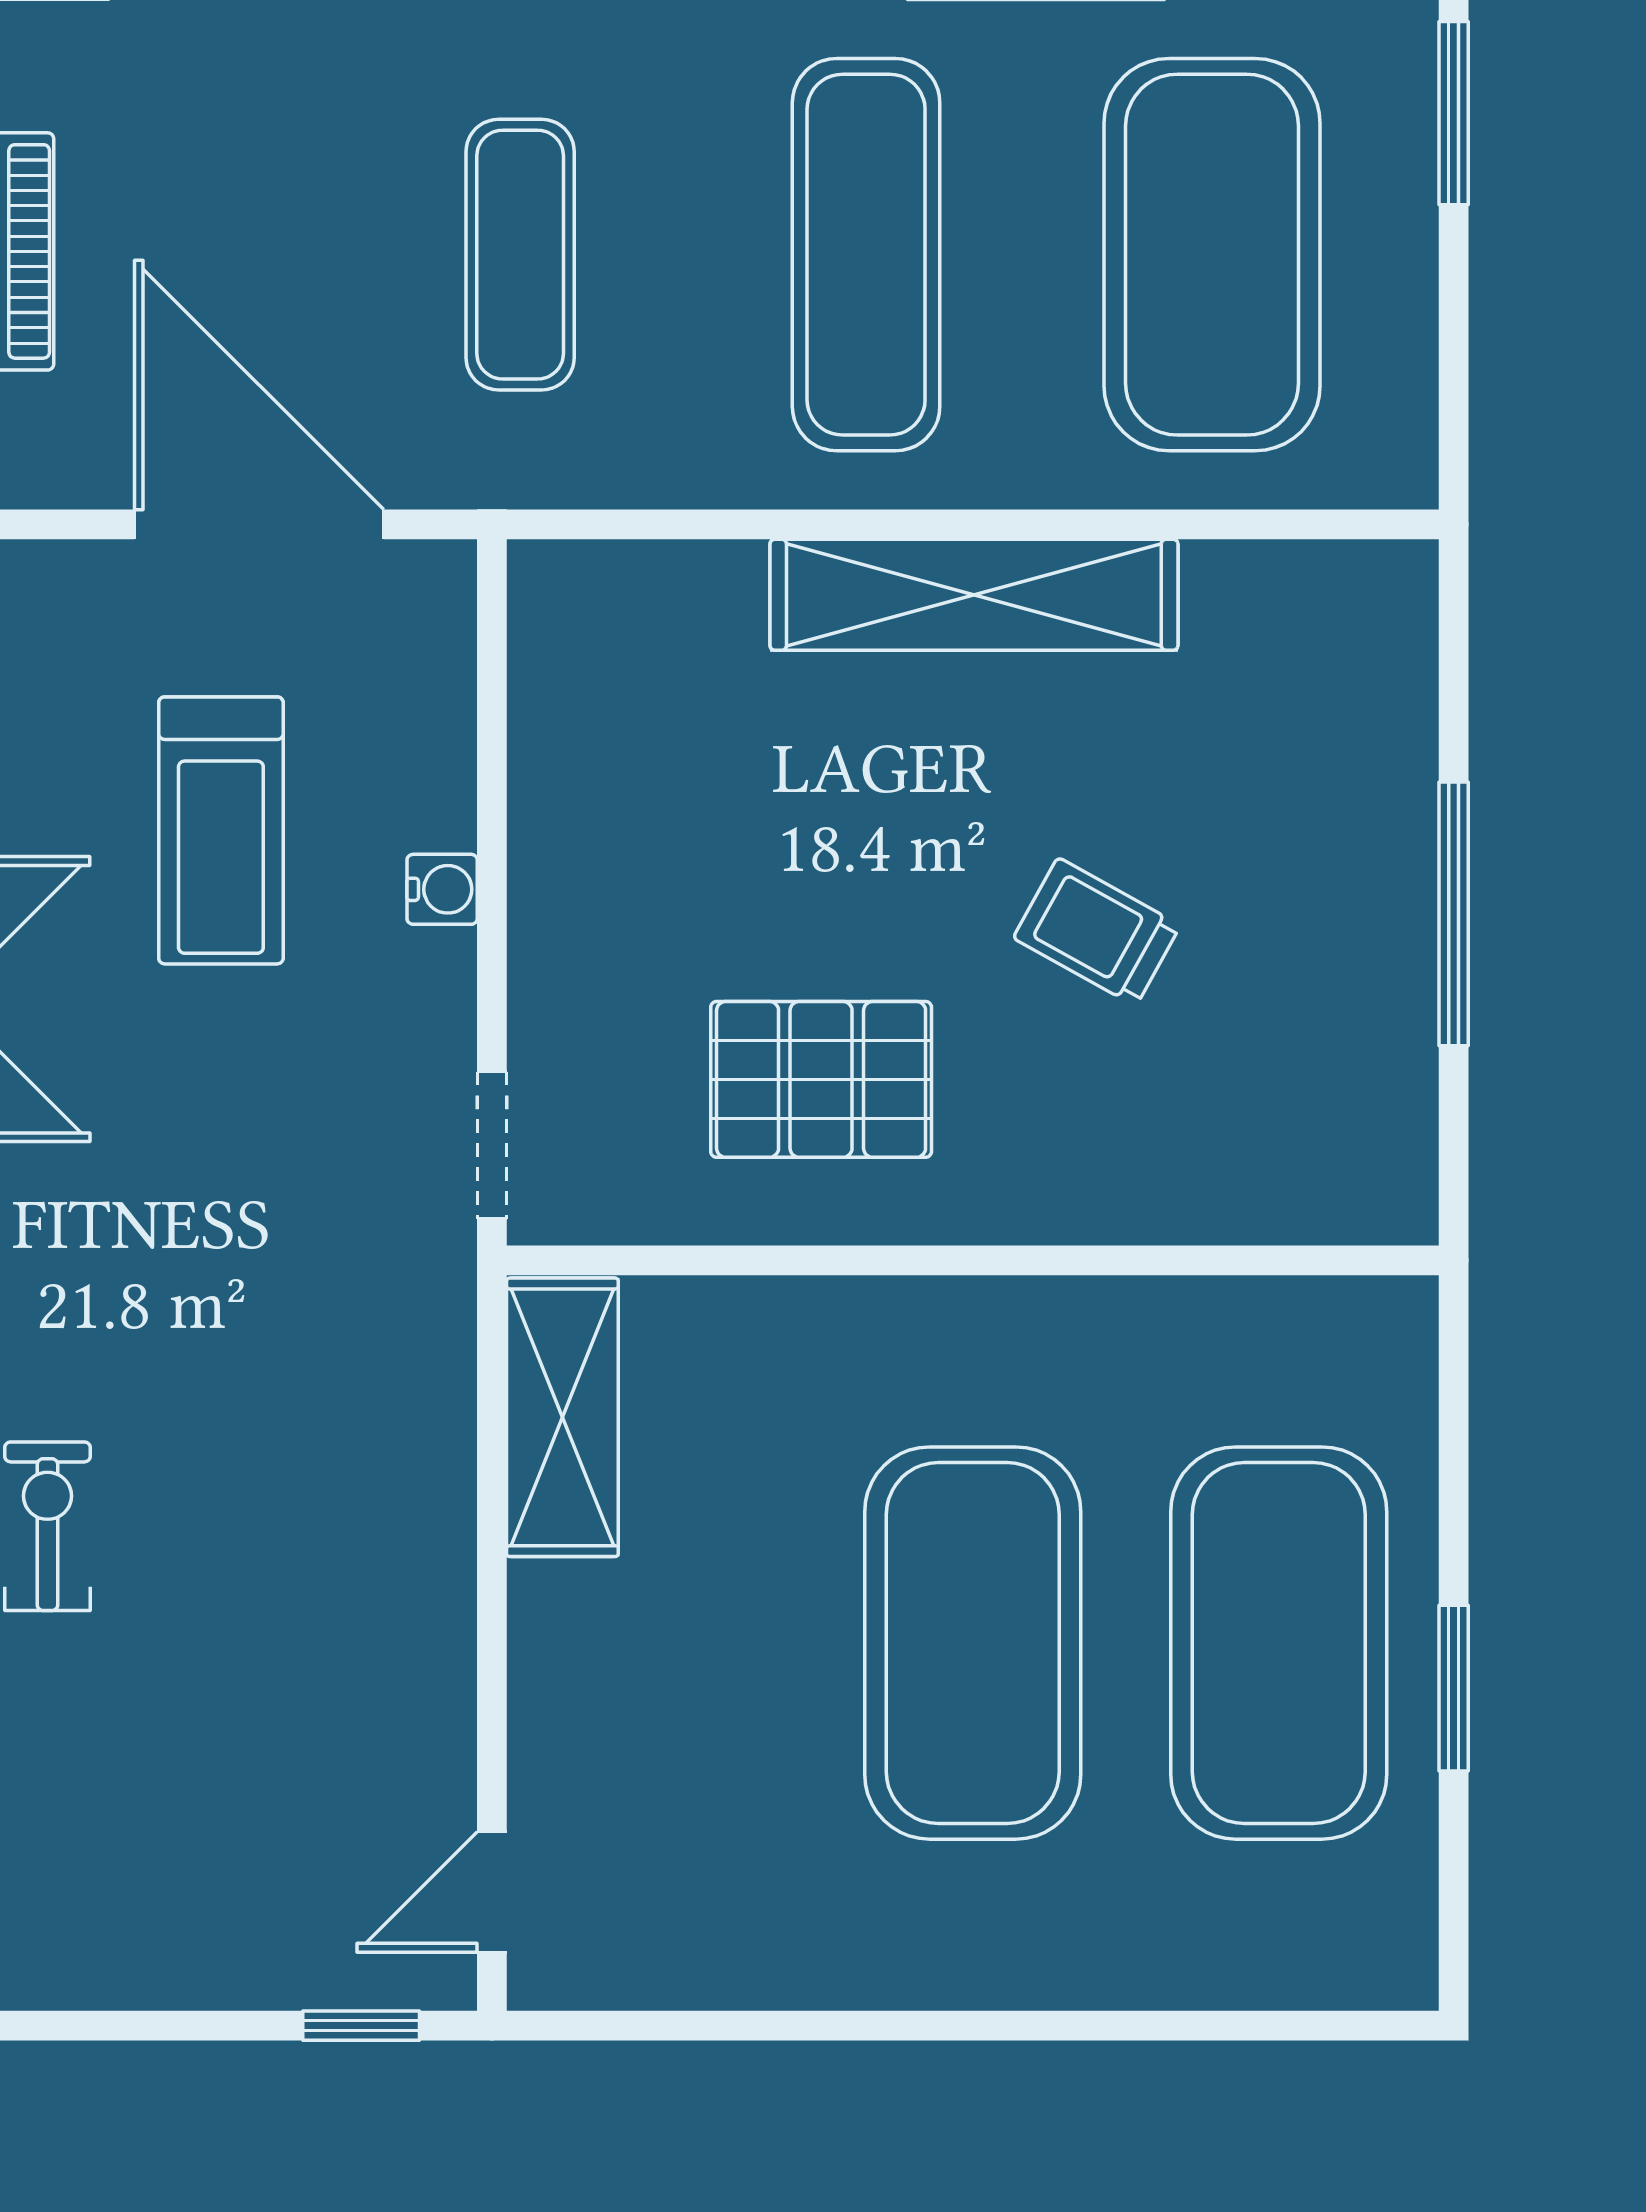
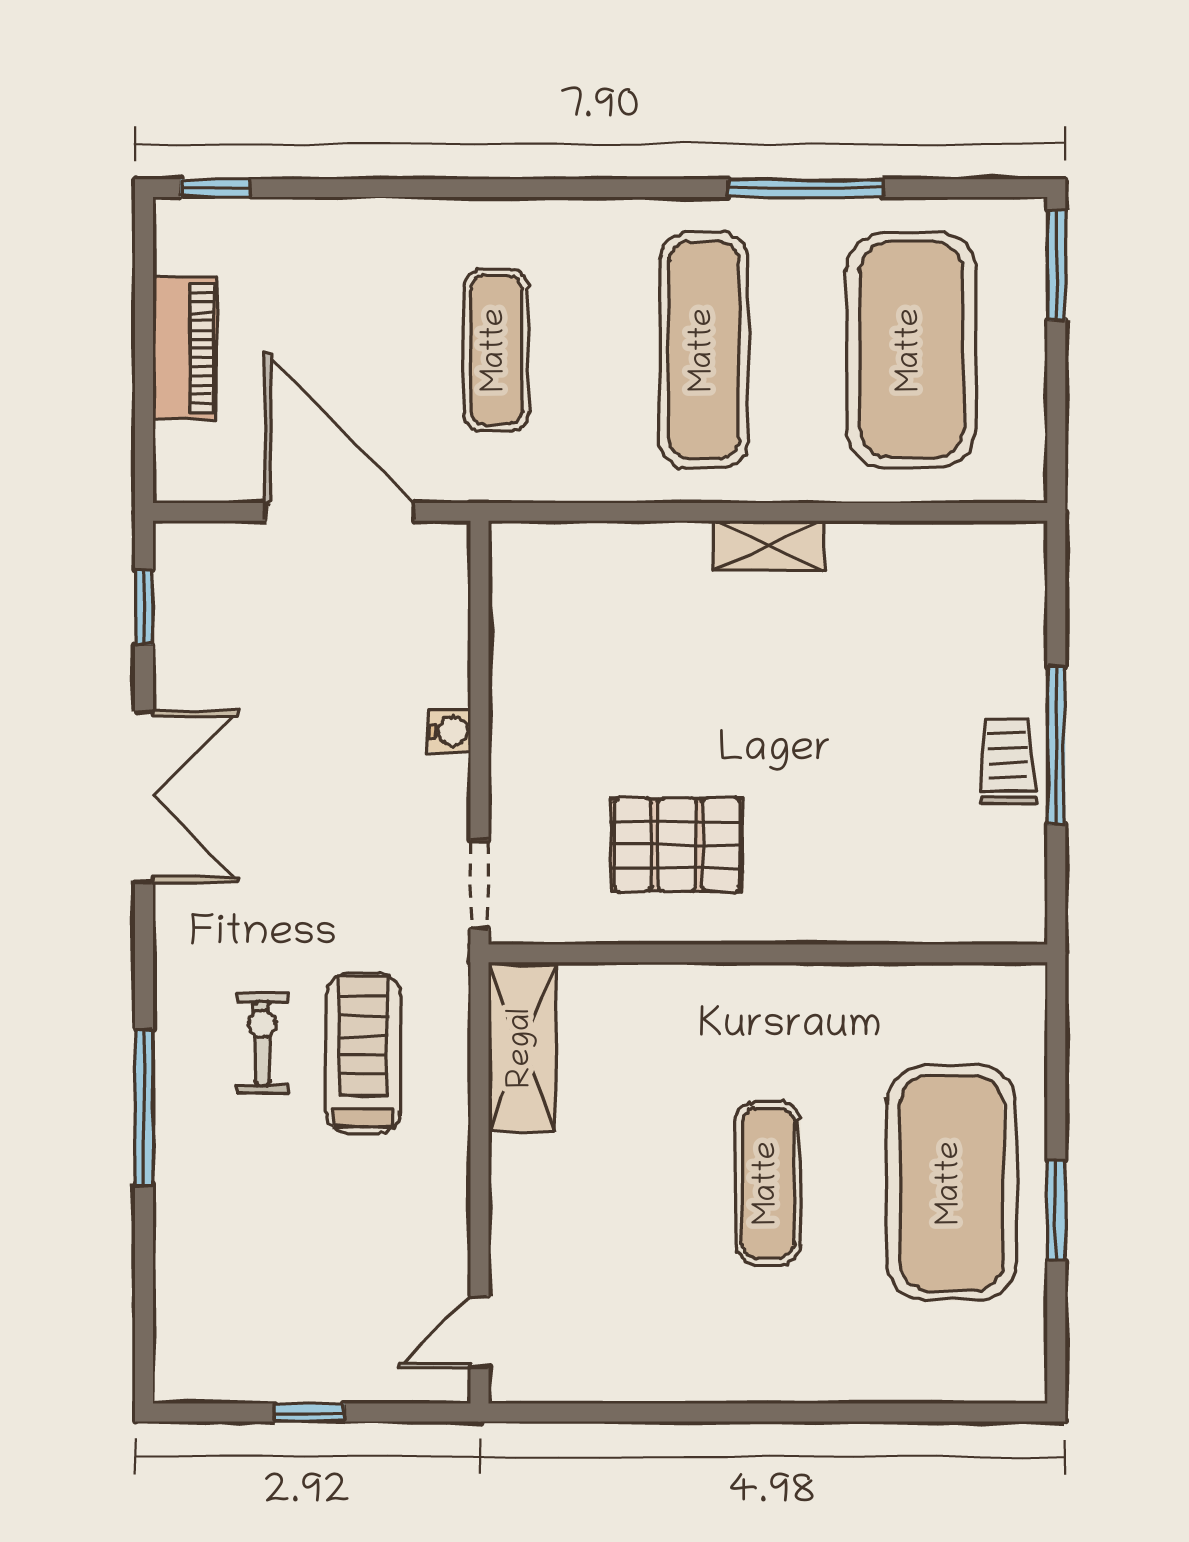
shelving: (974, 595) -> (769, 546), width x0.45, depth x0.75
treadmill: (221, 830) -> (363, 1053), moved, turned 180
trolley: (1097, 932) -> (1008, 761), moved, turned 60
exercise bike: (47, 1526) -> (262, 1043), moved
exercise mat: (973, 1643) -> (768, 1183), width x0.50, depth x0.69
window: (361, 2026) -> (309, 1412), moved

